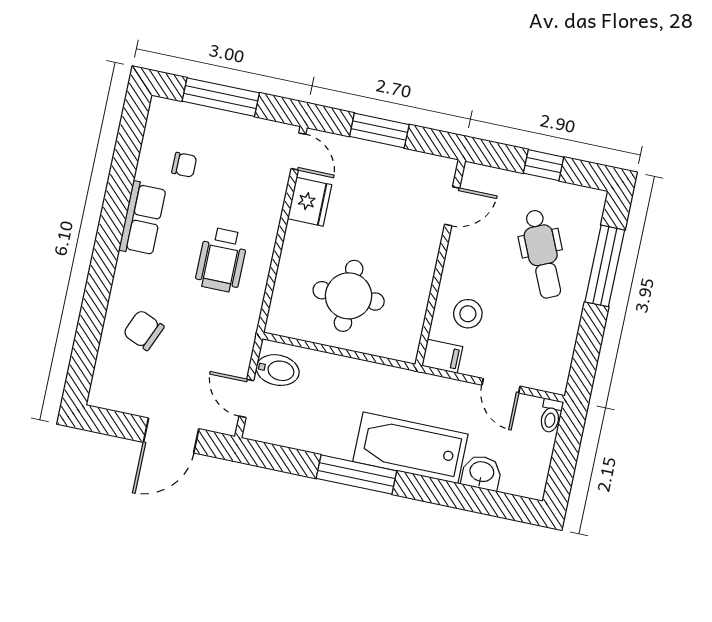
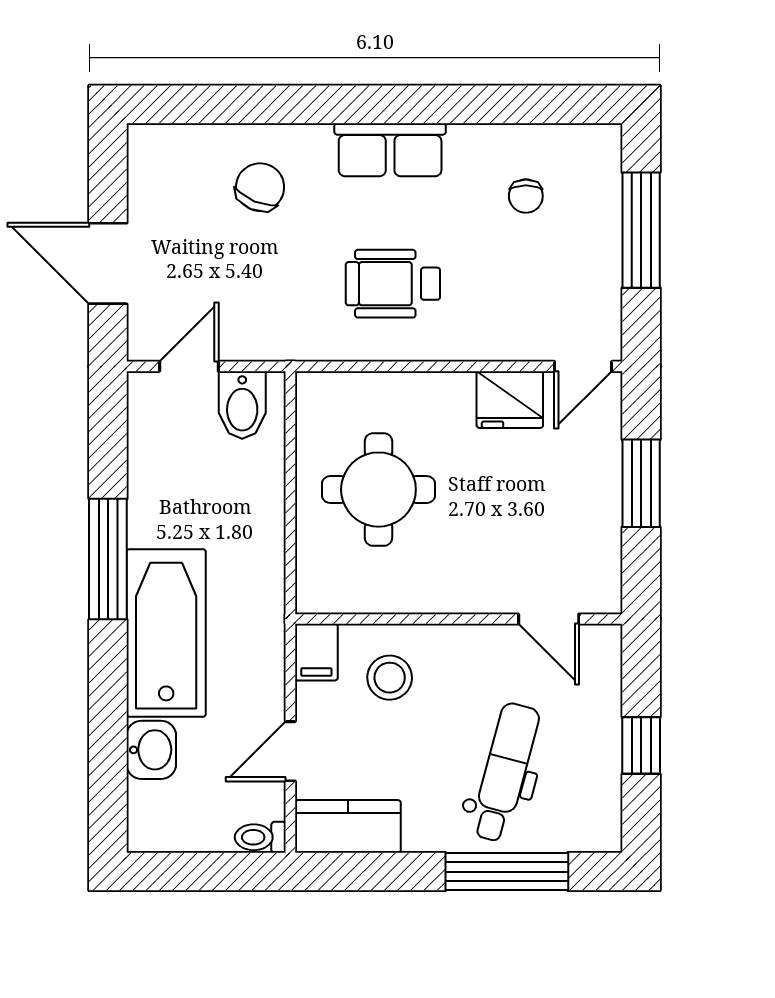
row of seats: (142, 219) -> (390, 150), moved
dental chair: (542, 254) -> (505, 772), turned 129
kitchen counter: (556, 360) -> (348, 826), added

